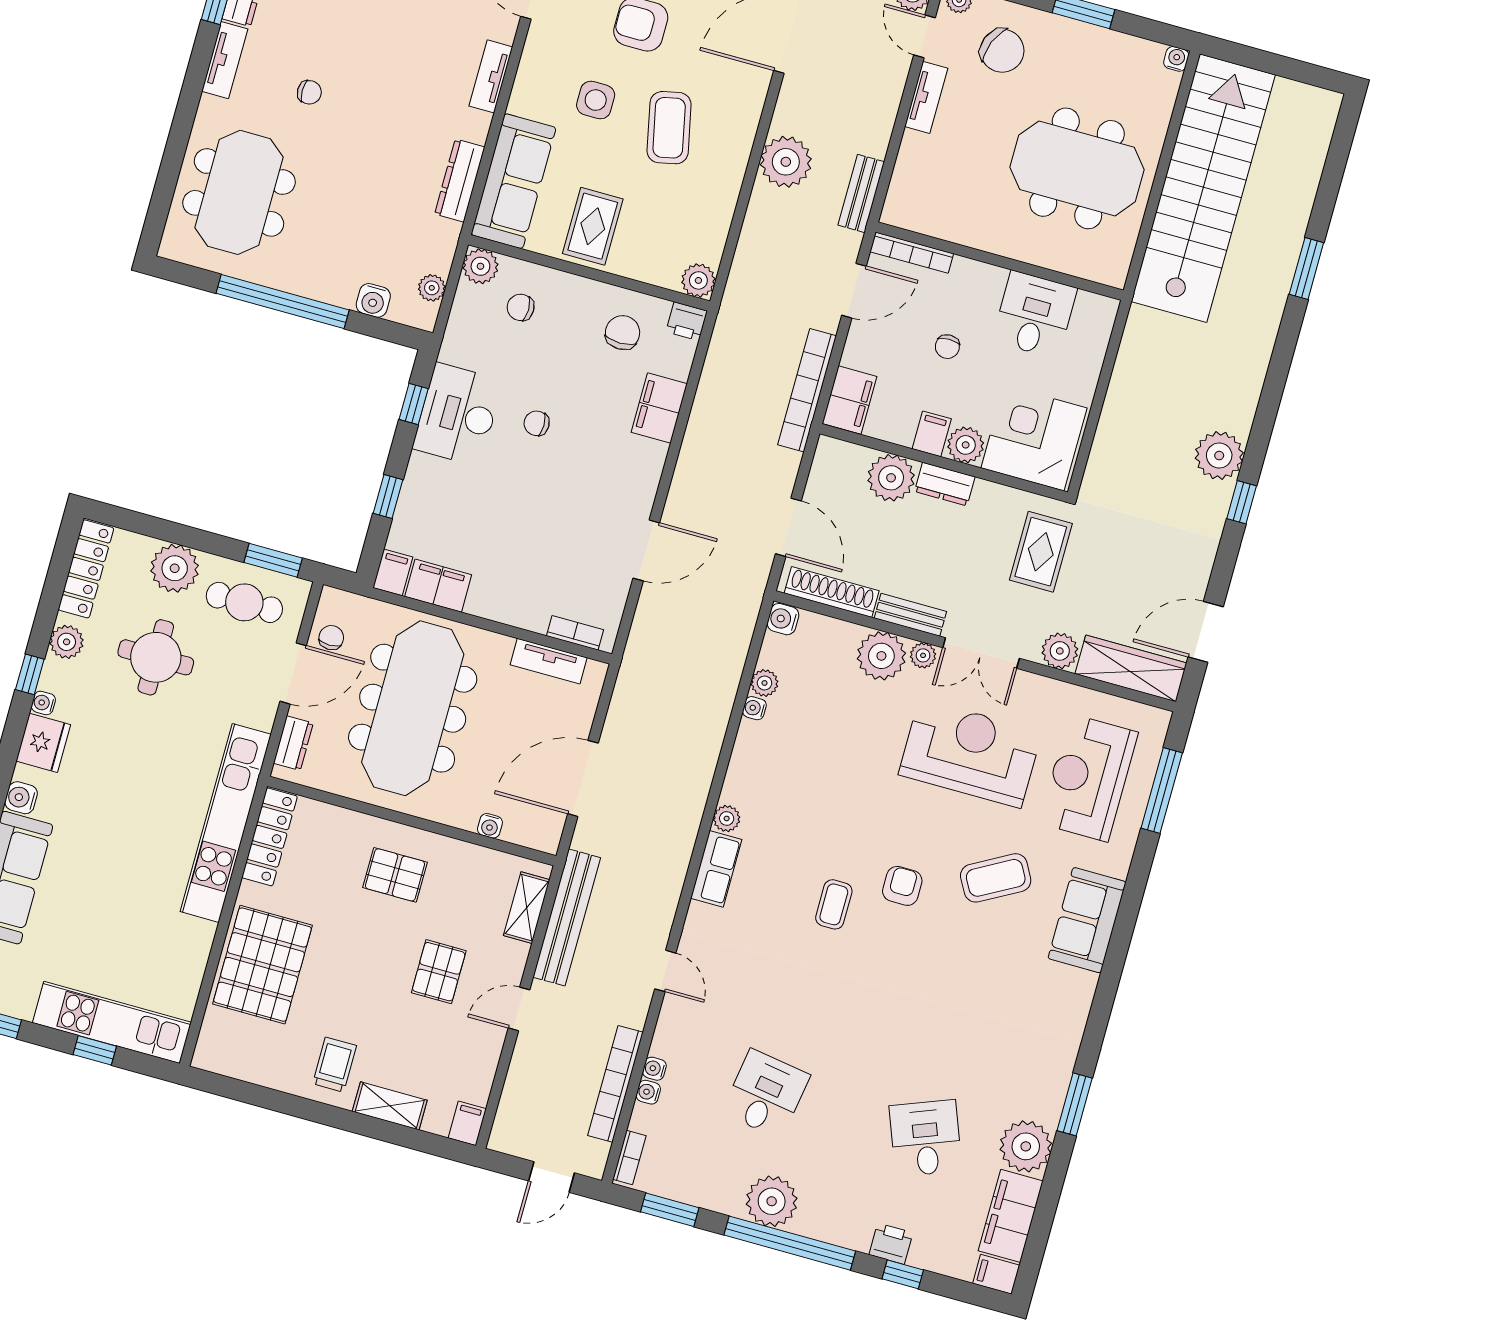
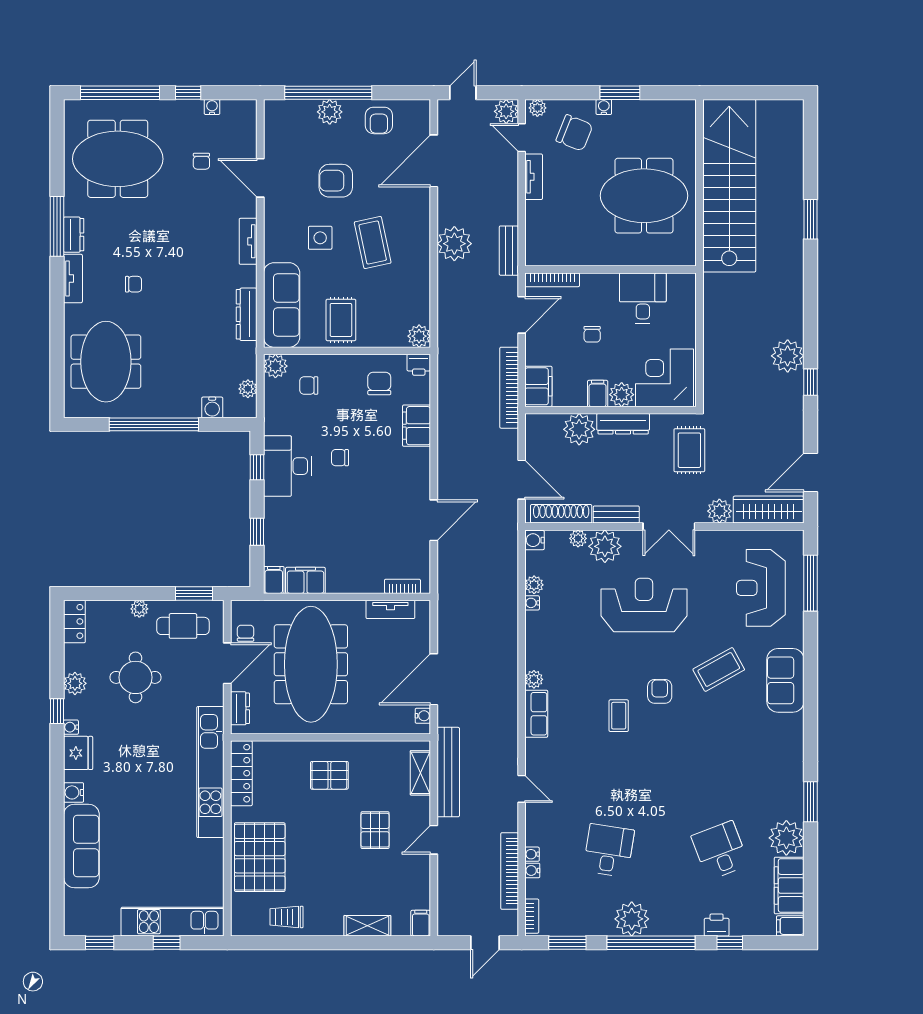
water cooler: (1176, 59) -> (604, 107), moved
dresser: (945, 484) -> (623, 424), width x1.44
plant: (175, 568) -> (139, 609), width x0.53, depth x0.53
locker: (86, 569) -> (74, 621), width x0.66
plant: (923, 655) -> (578, 538), moved
reception desk: (970, 753) -> (644, 605), moved
water cooler: (490, 826) -> (423, 716), moved, turned -90
trolley: (334, 1065) -> (287, 917), moved, turned -90

